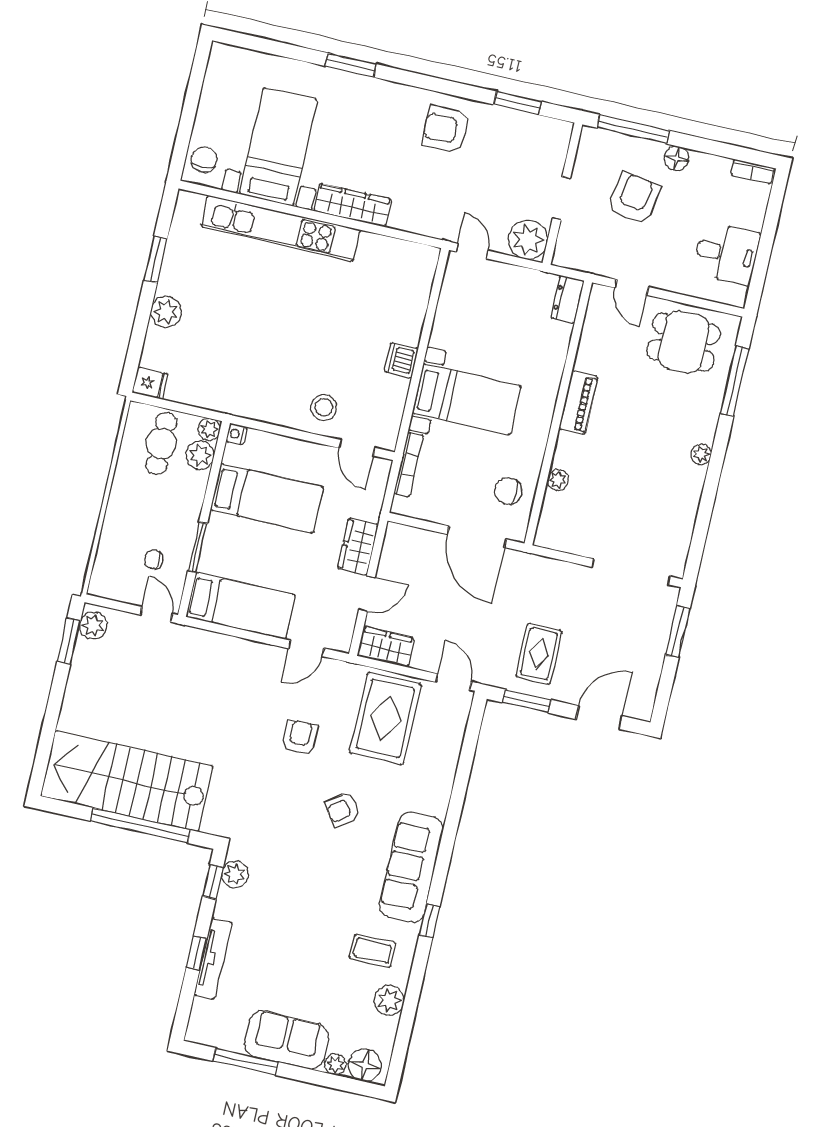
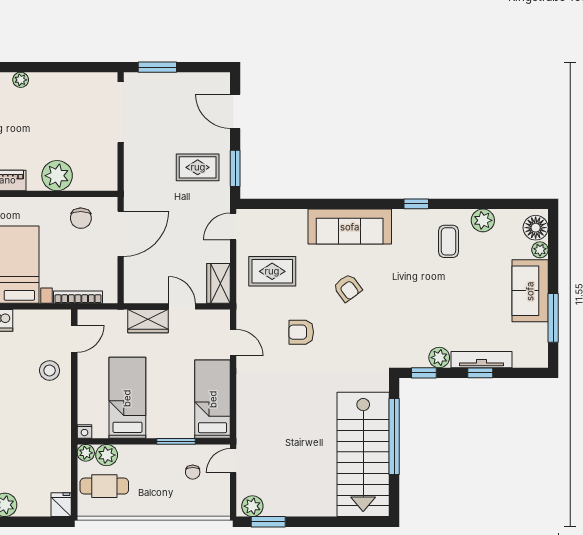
plant: (558, 480) -> (57, 176), width x1.88, depth x1.88
rug: (385, 718) -> (272, 271), width x0.73, depth x0.70
sofa: (411, 867) -> (350, 227), moved
plant: (235, 874) -> (439, 358), moved

